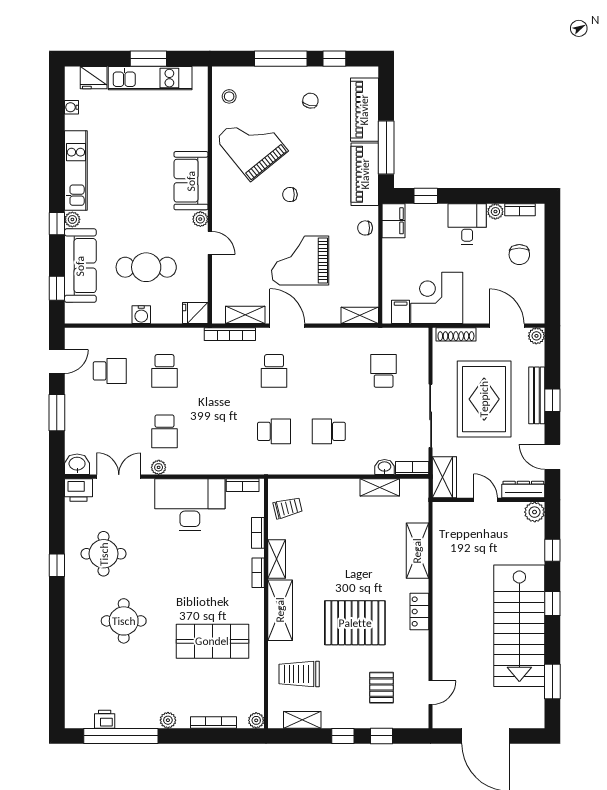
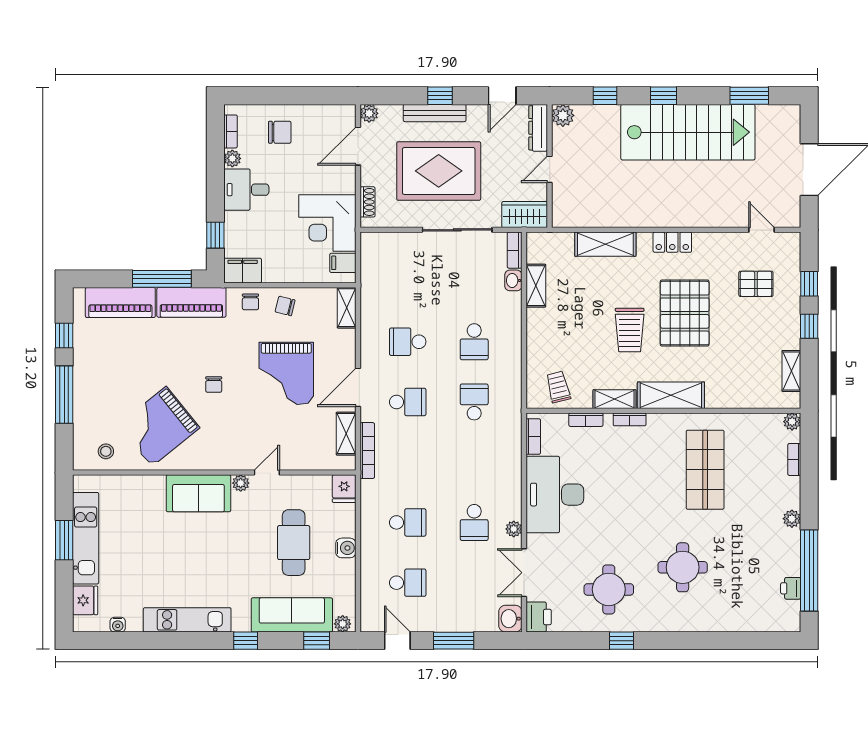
chair: (310, 101) -> (285, 306), moved
plant: (72, 219) -> (343, 624), moved
shoe rack: (456, 334) -> (367, 202), width x0.70
school desk: (110, 371) -> (408, 583), turned 90
school desk: (384, 371) -> (408, 342), moved
school desk: (165, 431) -> (474, 522), turned 90
trolley: (299, 674) -> (630, 330), moved
bookcase: (214, 722) -> (794, 459), width x0.64

